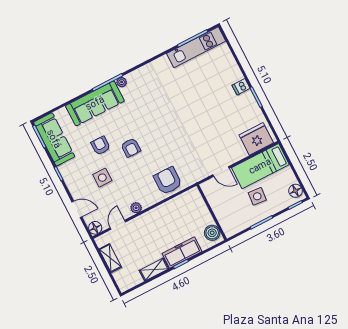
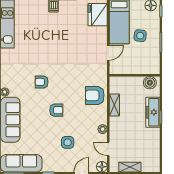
armchair: (101, 146) -> (42, 82), moved
shelving: (154, 270) -> (114, 105), moved

